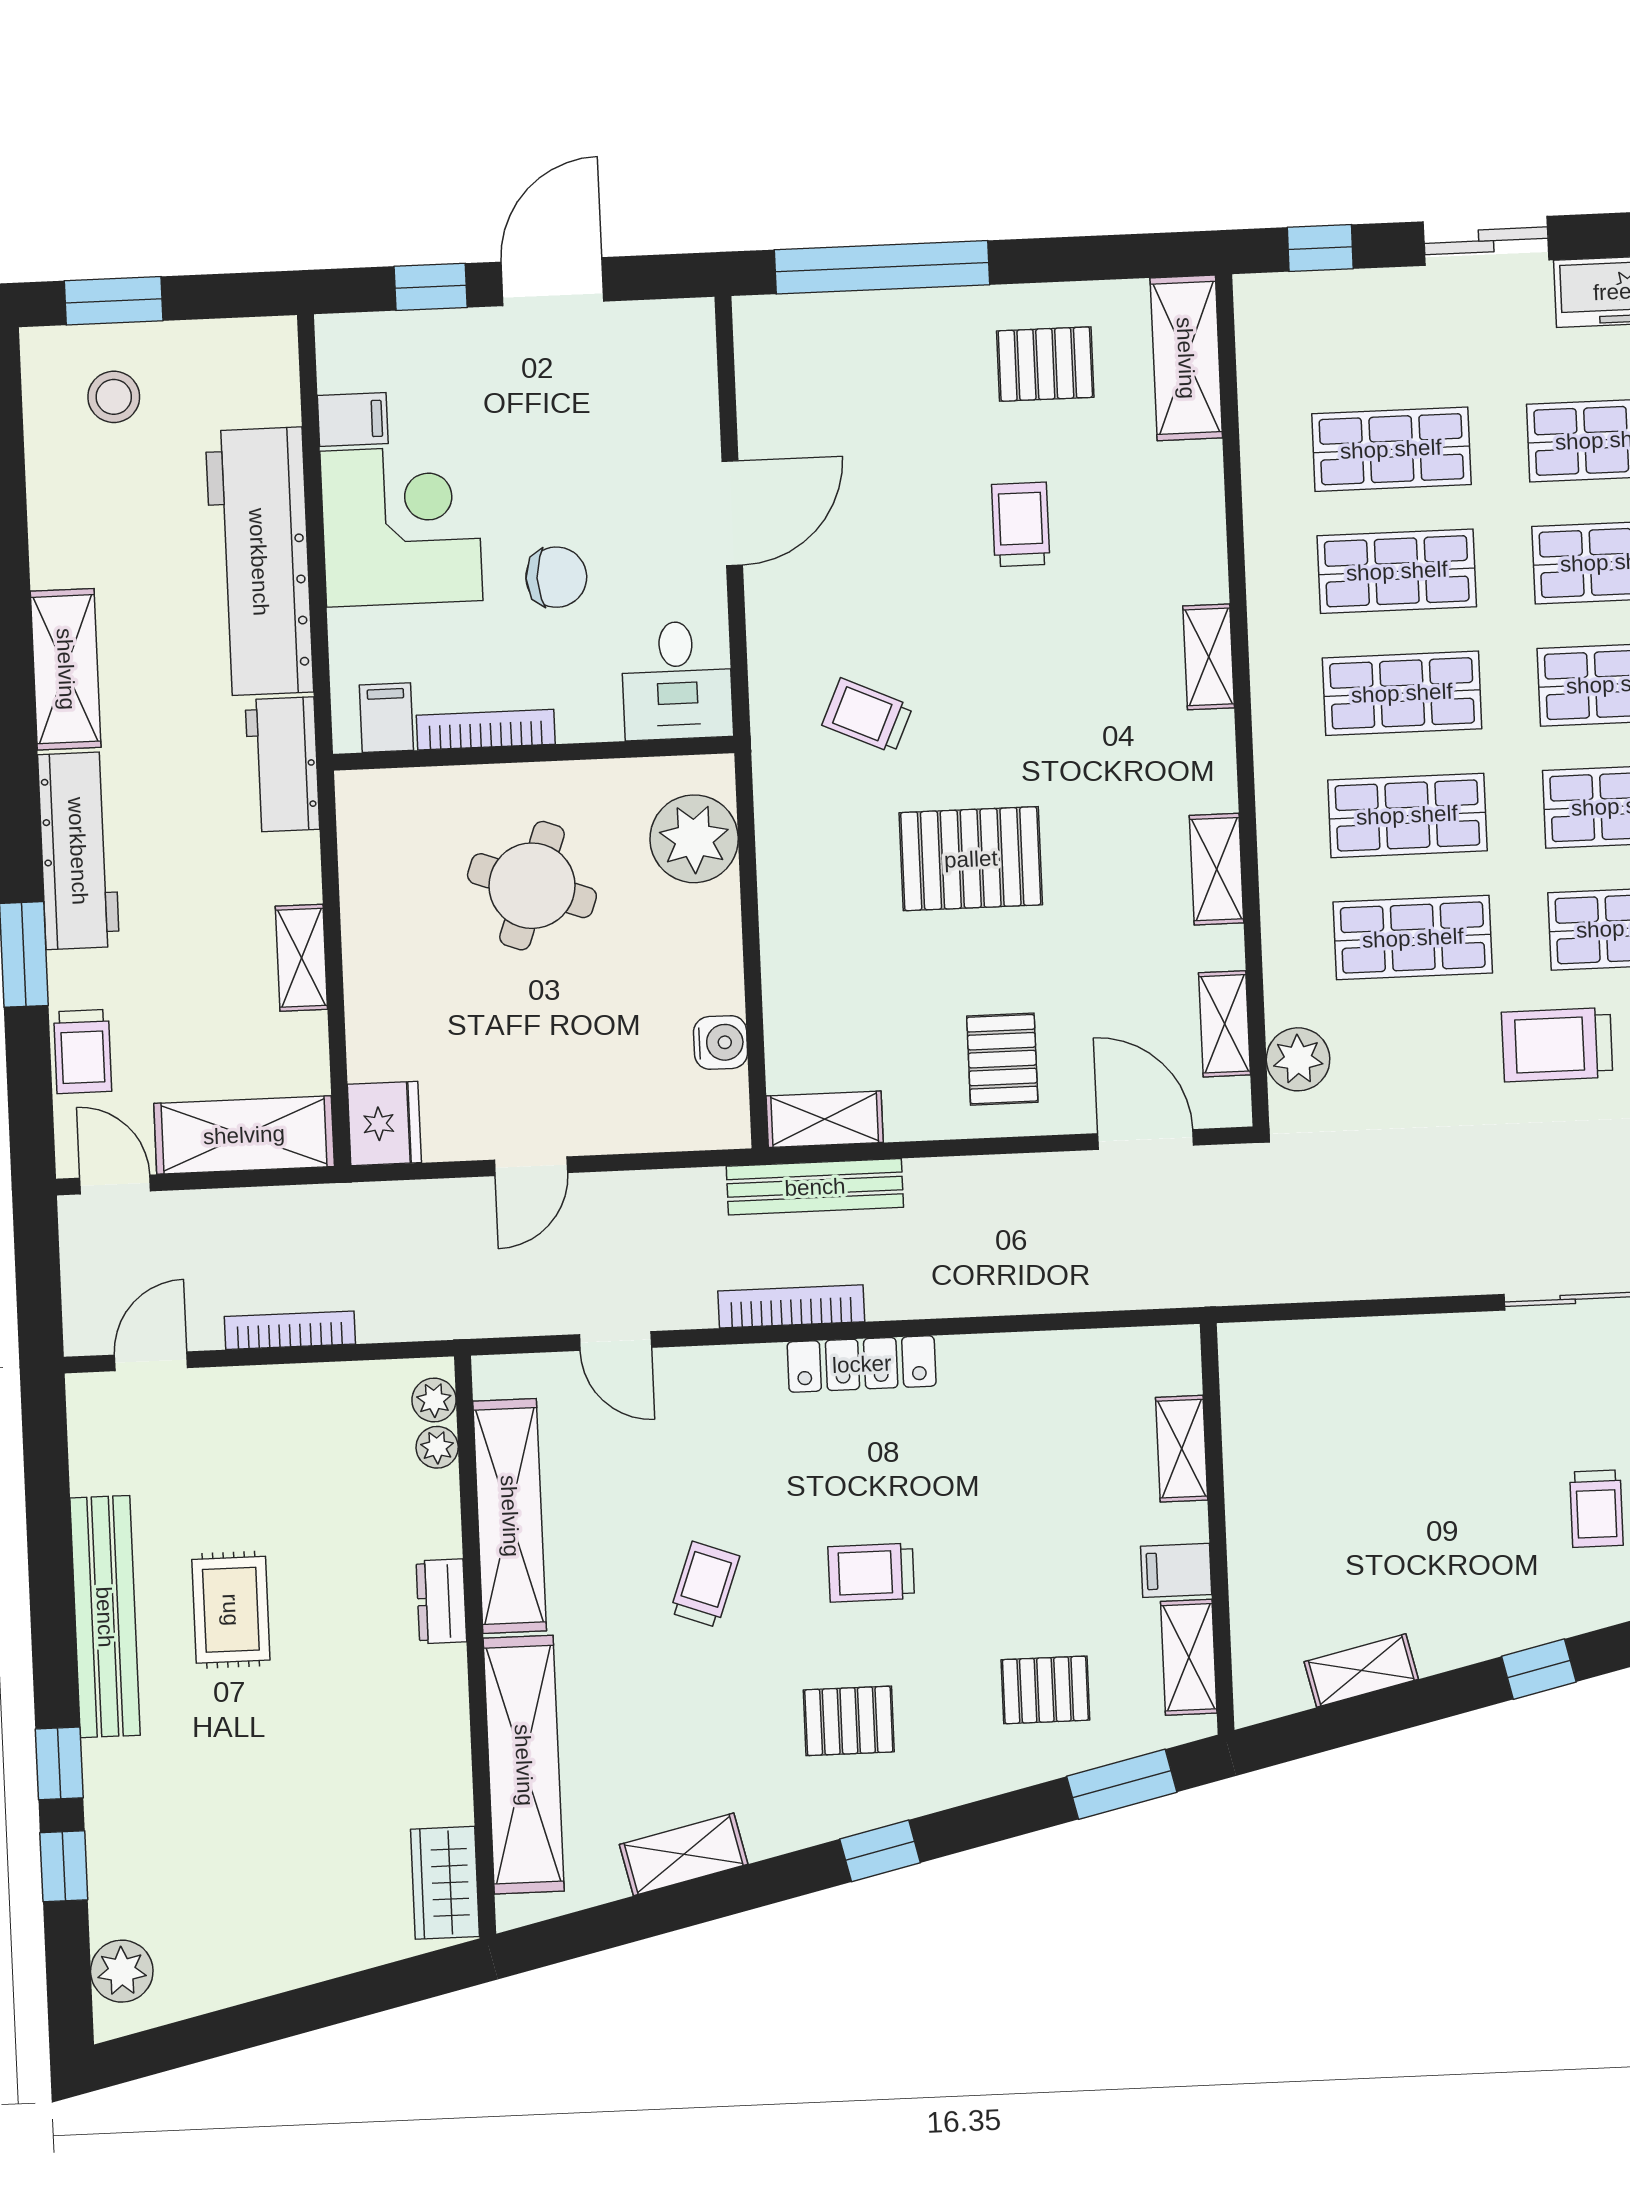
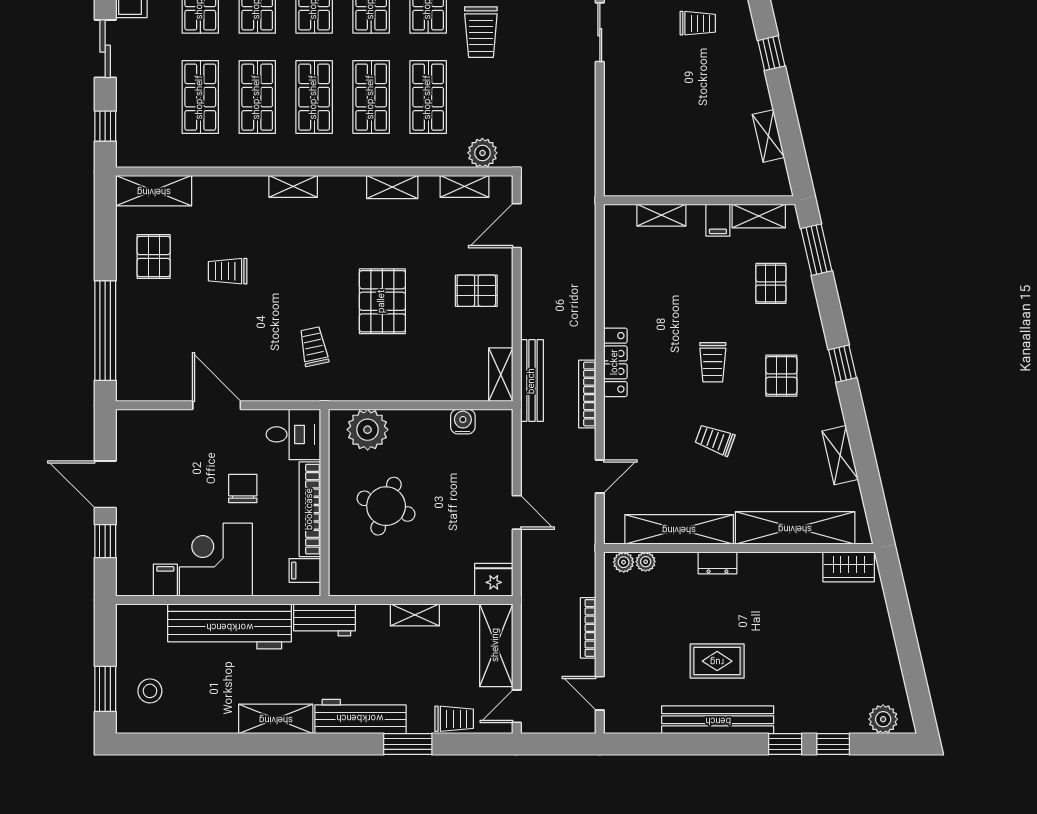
trolley: (867, 716) -> (314, 347), turned 144
bookcase: (486, 730) -> (310, 509), width x1.48, depth x1.31

